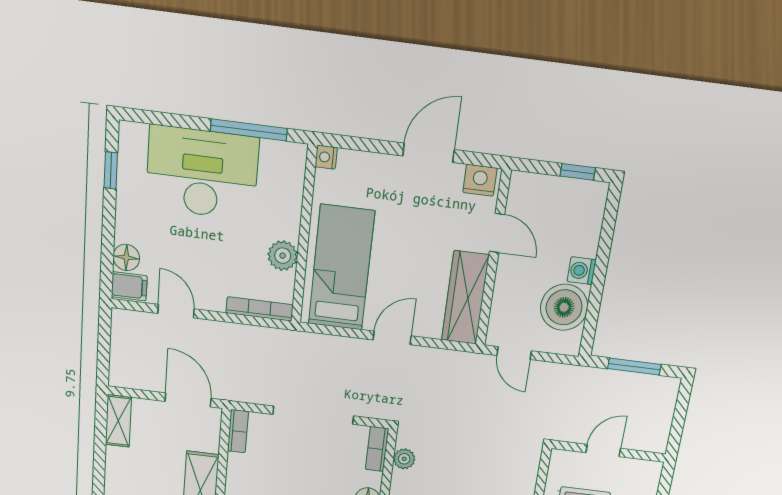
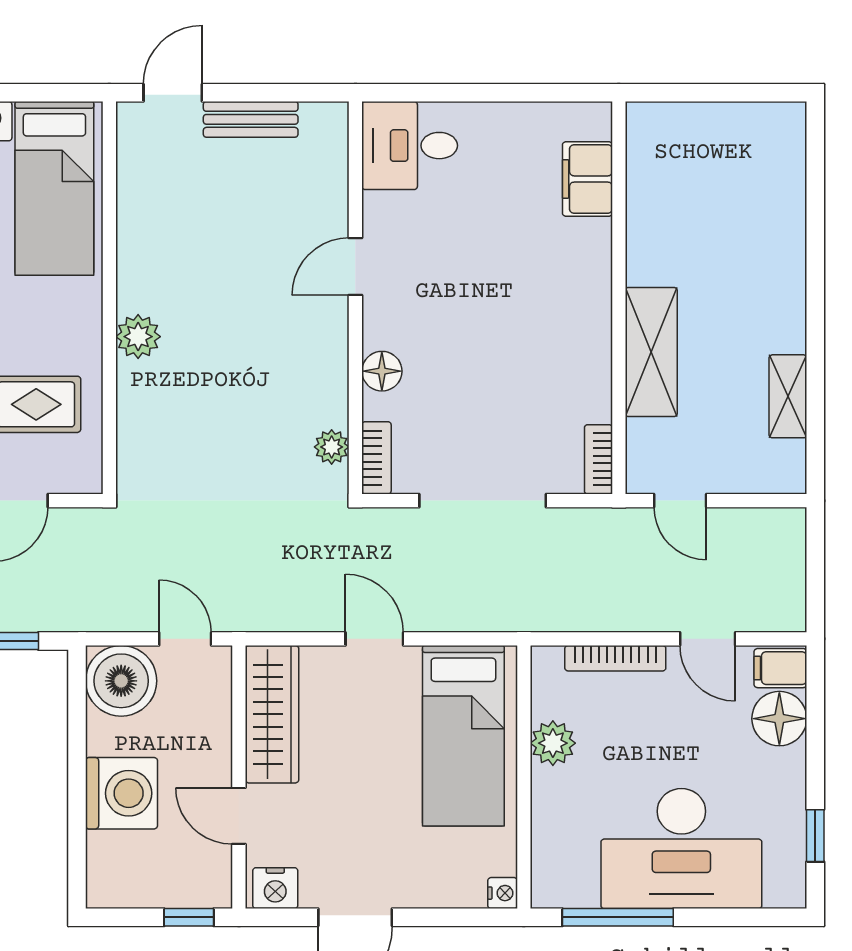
window: (578, 172) -> (189, 917), moved
floor lamp: (126, 257) -> (779, 719), width x1.38, depth x1.38
washing machine: (582, 271) -> (121, 793), width x1.89, depth x1.89
boiler: (564, 307) -> (121, 681), moved
bookcase: (260, 309) -> (615, 658), moved
door: (392, 338) -> (374, 639), swing flipped
door: (188, 400) -> (680, 501), width x0.73
shelving: (118, 421) -> (788, 396), moved

